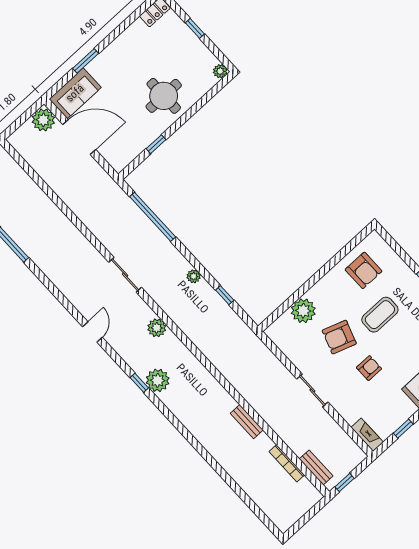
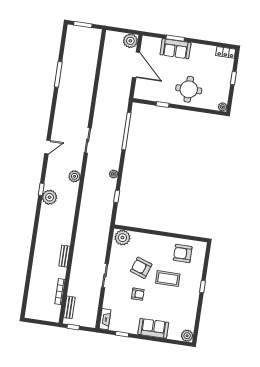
sofa: (75, 93) -> (176, 49), moved
armchair: (364, 270) -> (183, 253), turned 90
plant: (303, 311) -> (122, 238), moved

